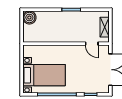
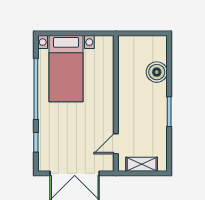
boiler: (29, 18) -> (157, 72), moved

